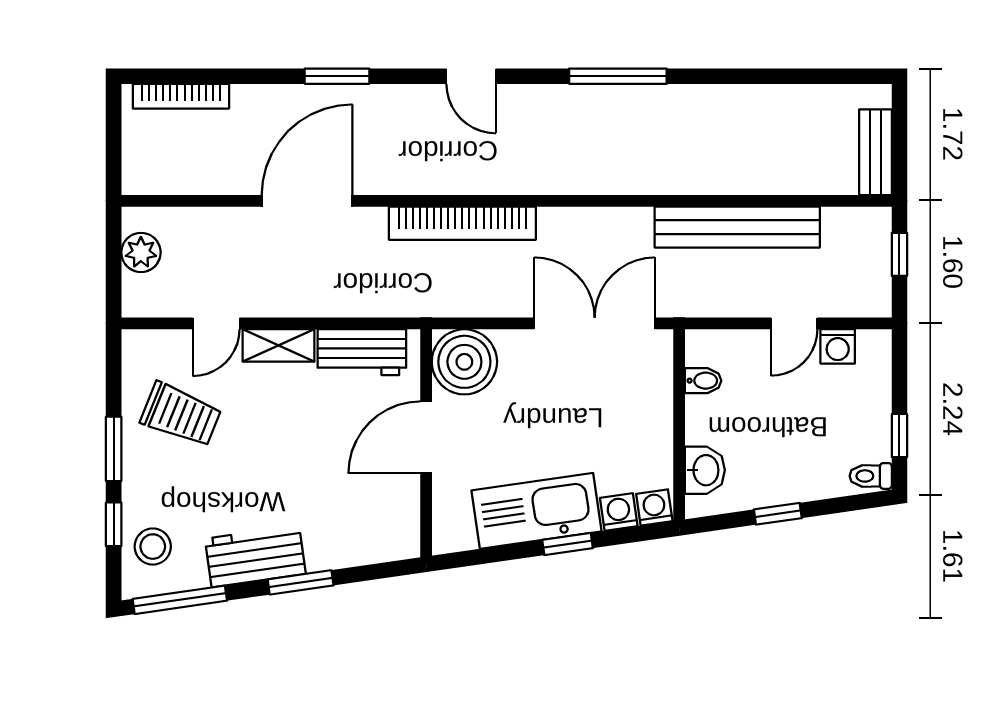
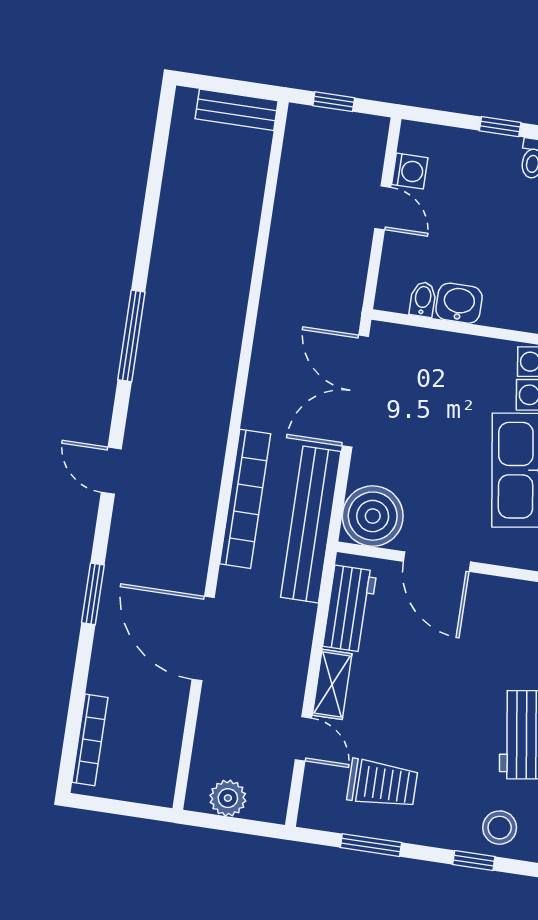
door: (471, 76) -> (111, 471), swing flipped
bench: (737, 227) -> (311, 524), moved
trolley: (181, 415) -> (382, 784), turned 68
window: (114, 449) -> (371, 845), moved
washbasin: (705, 470) -> (459, 303), moved

